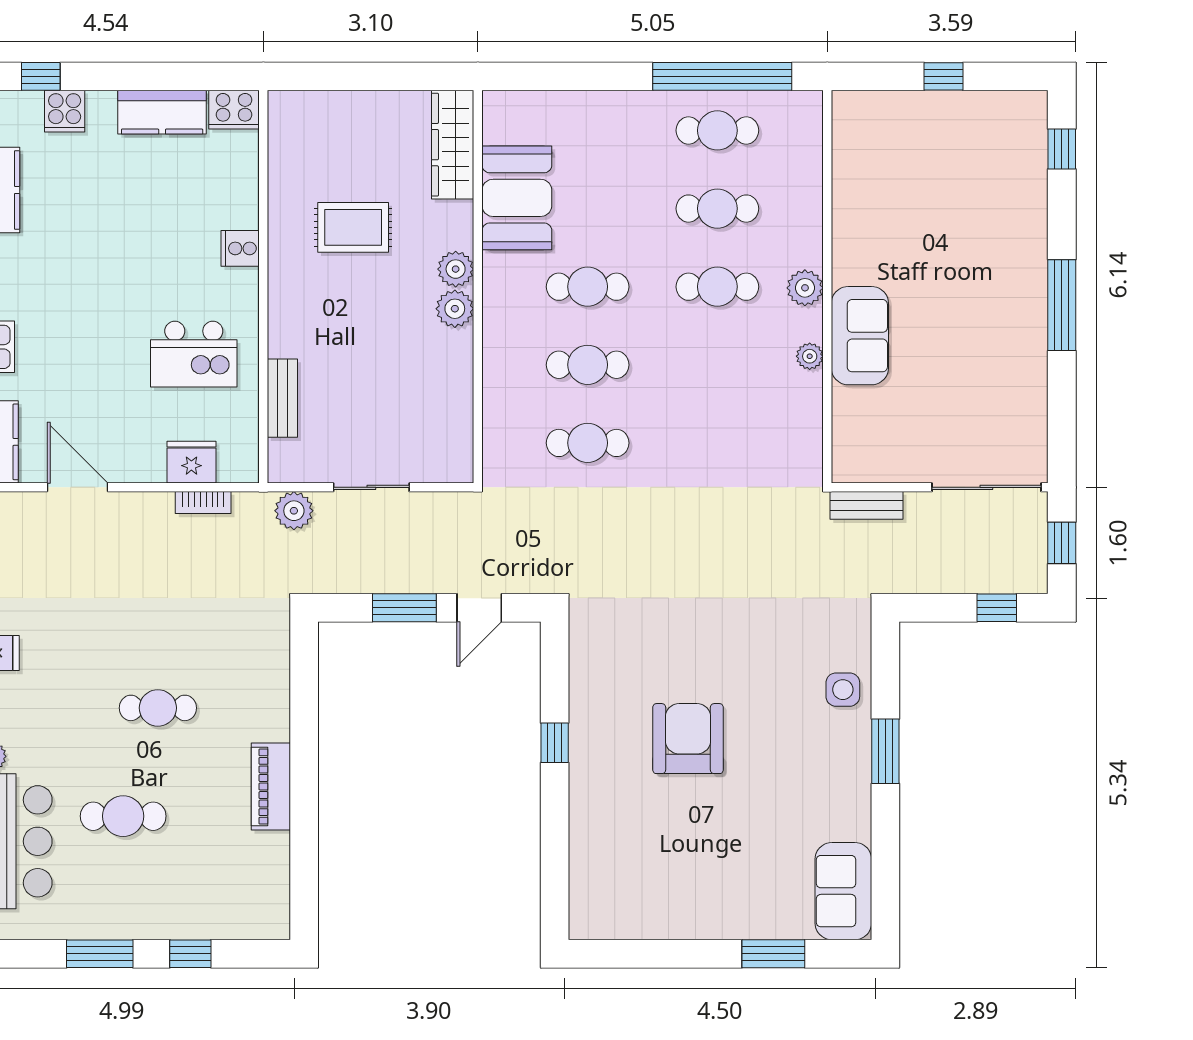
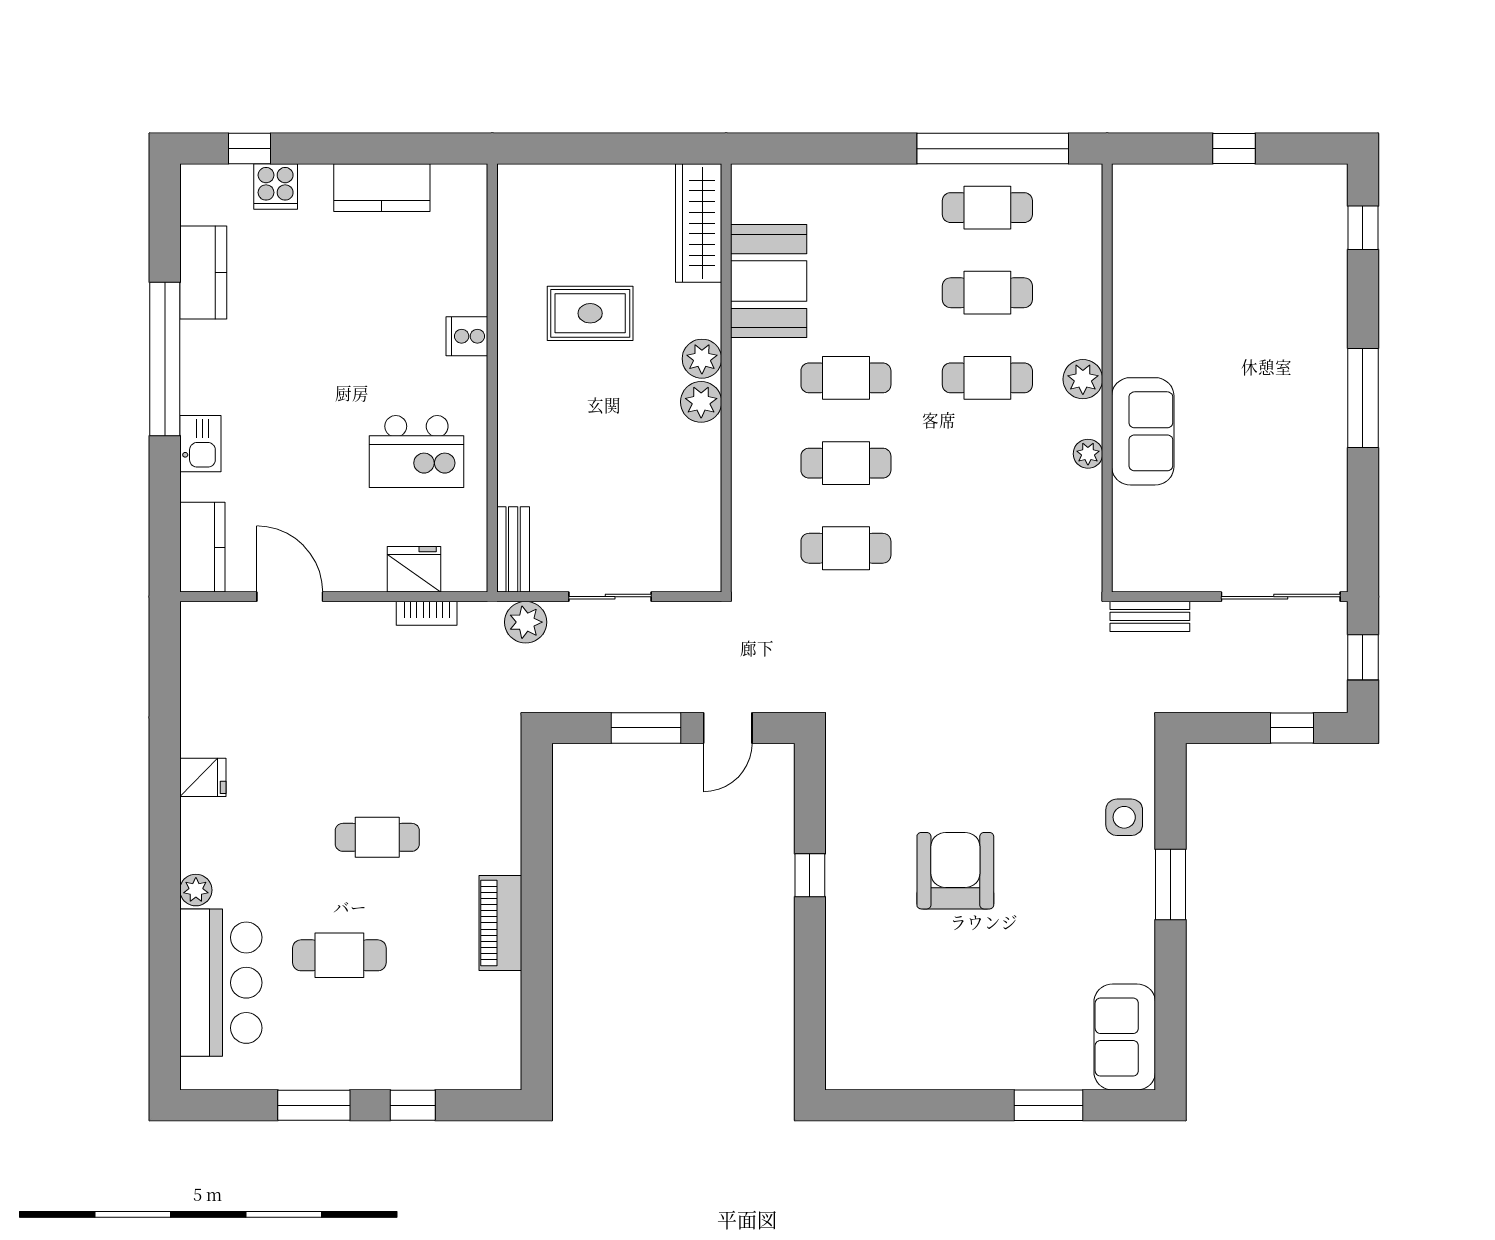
cooker: (234, 110) -> (460, 185), removed
bench: (282, 398) -> (513, 549), moved

